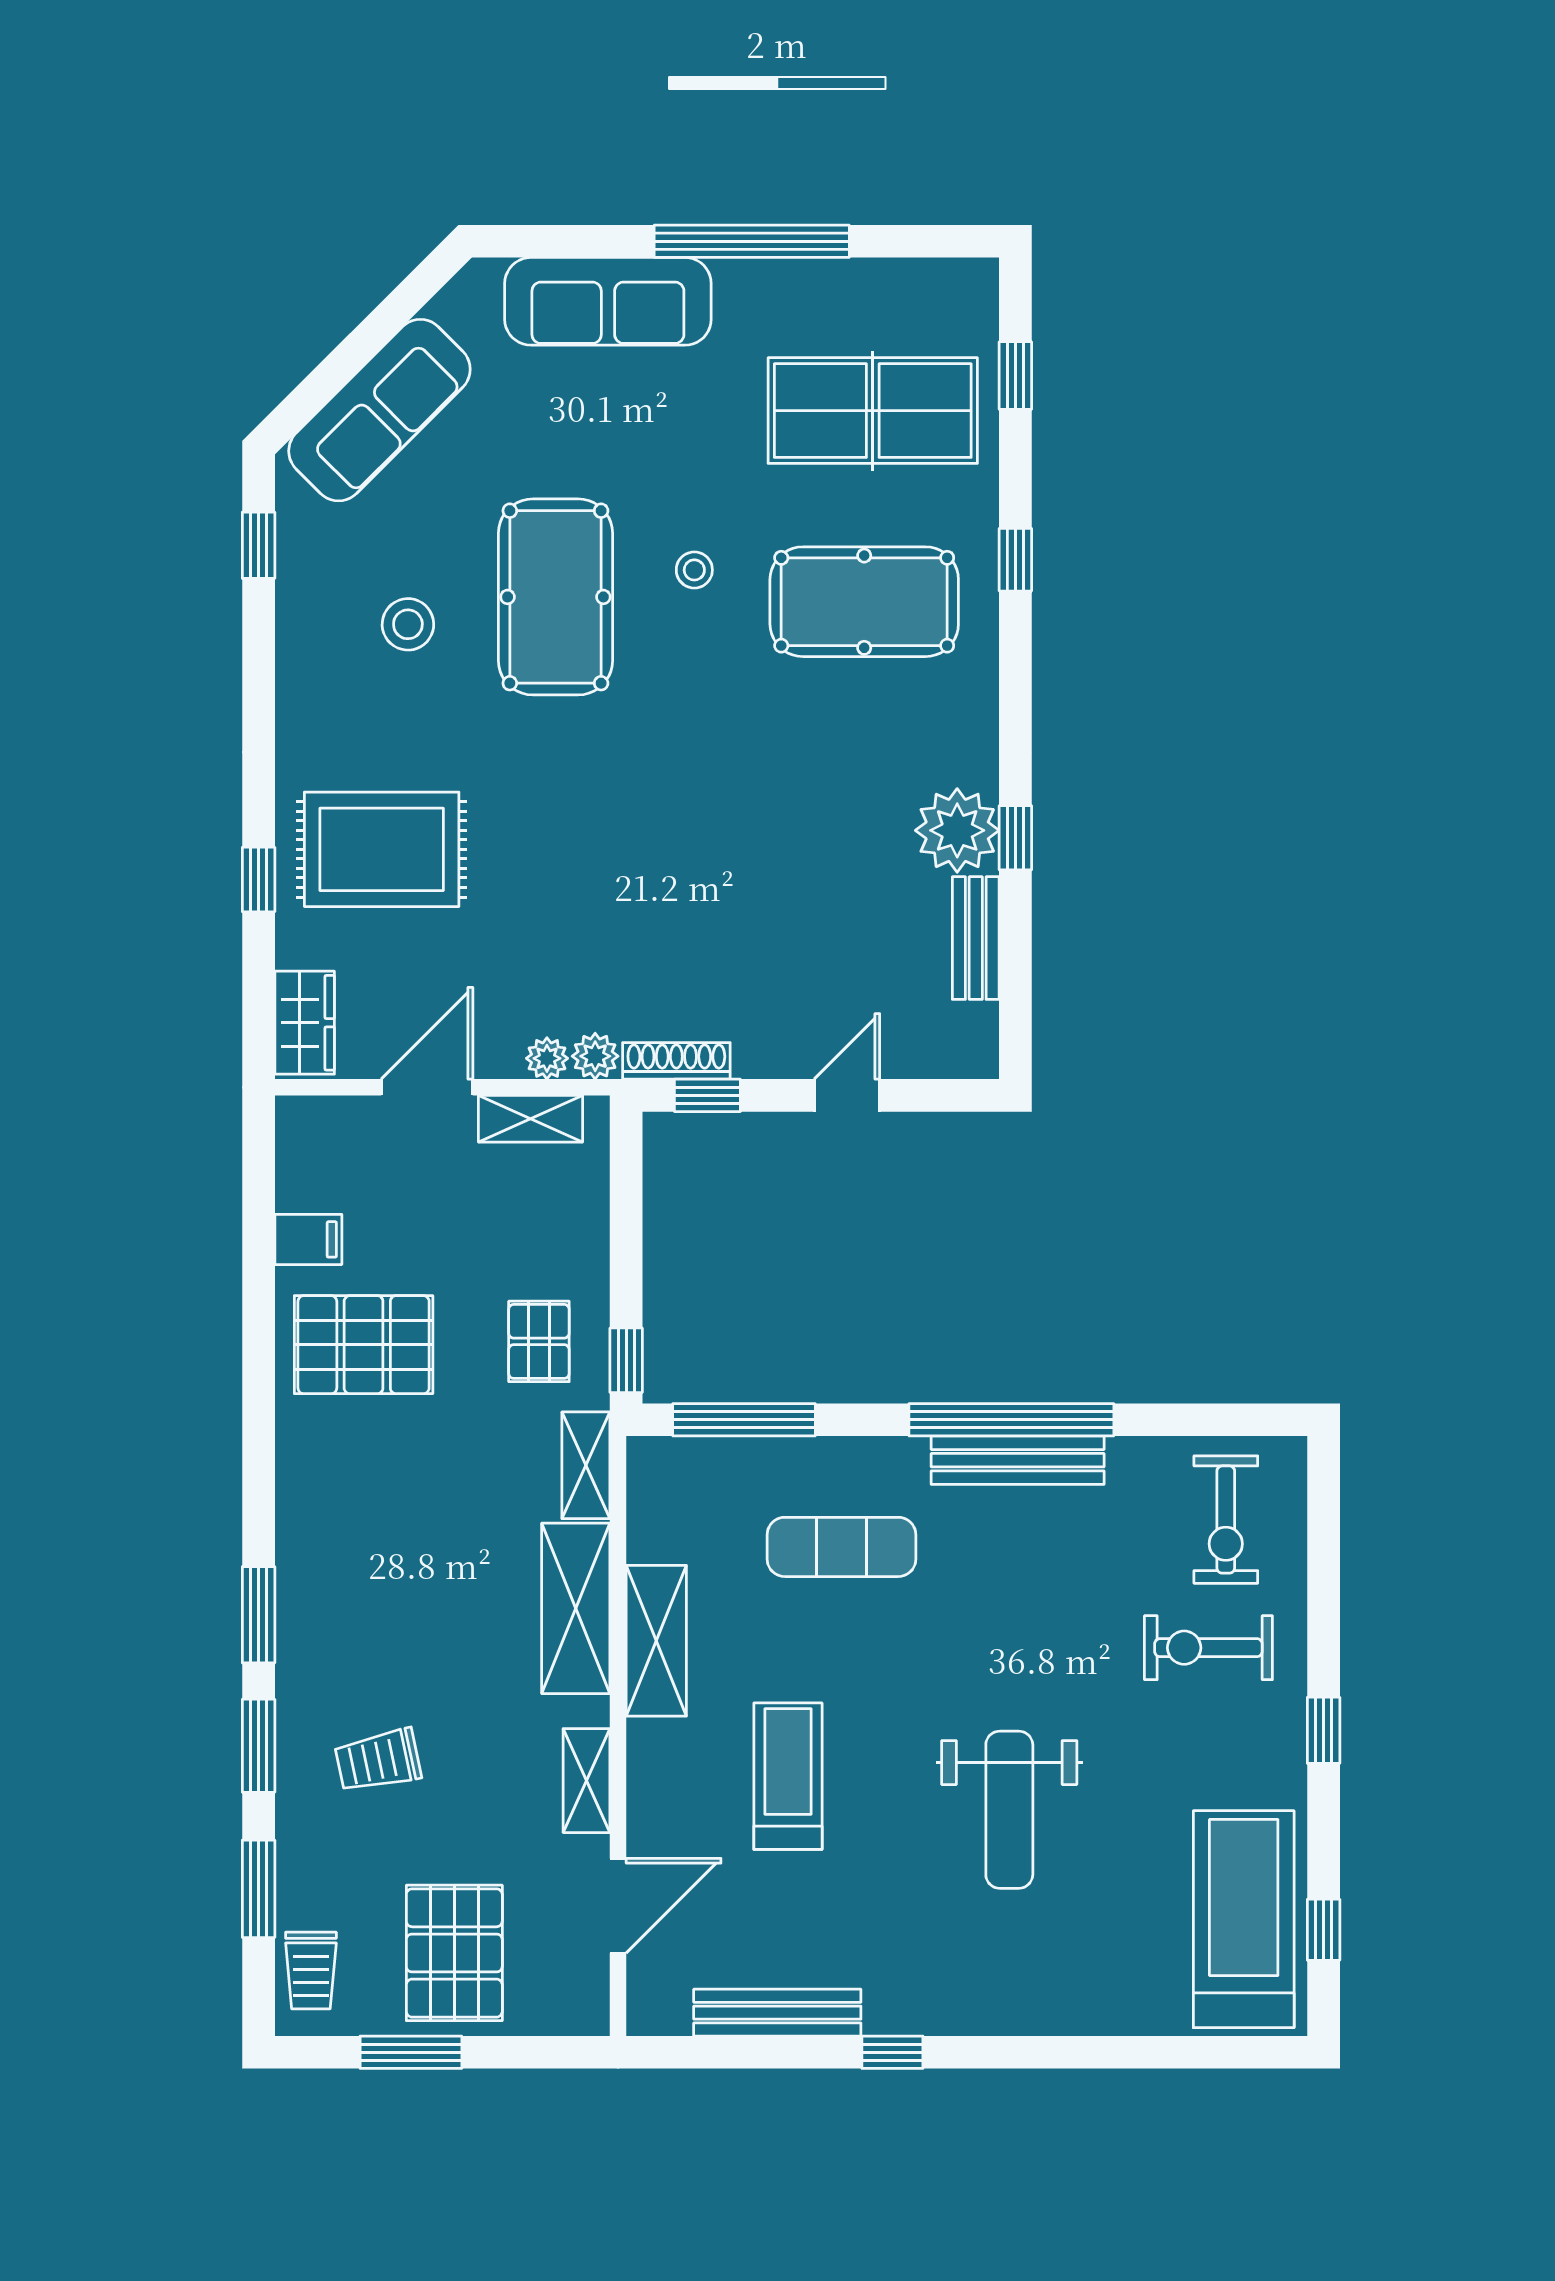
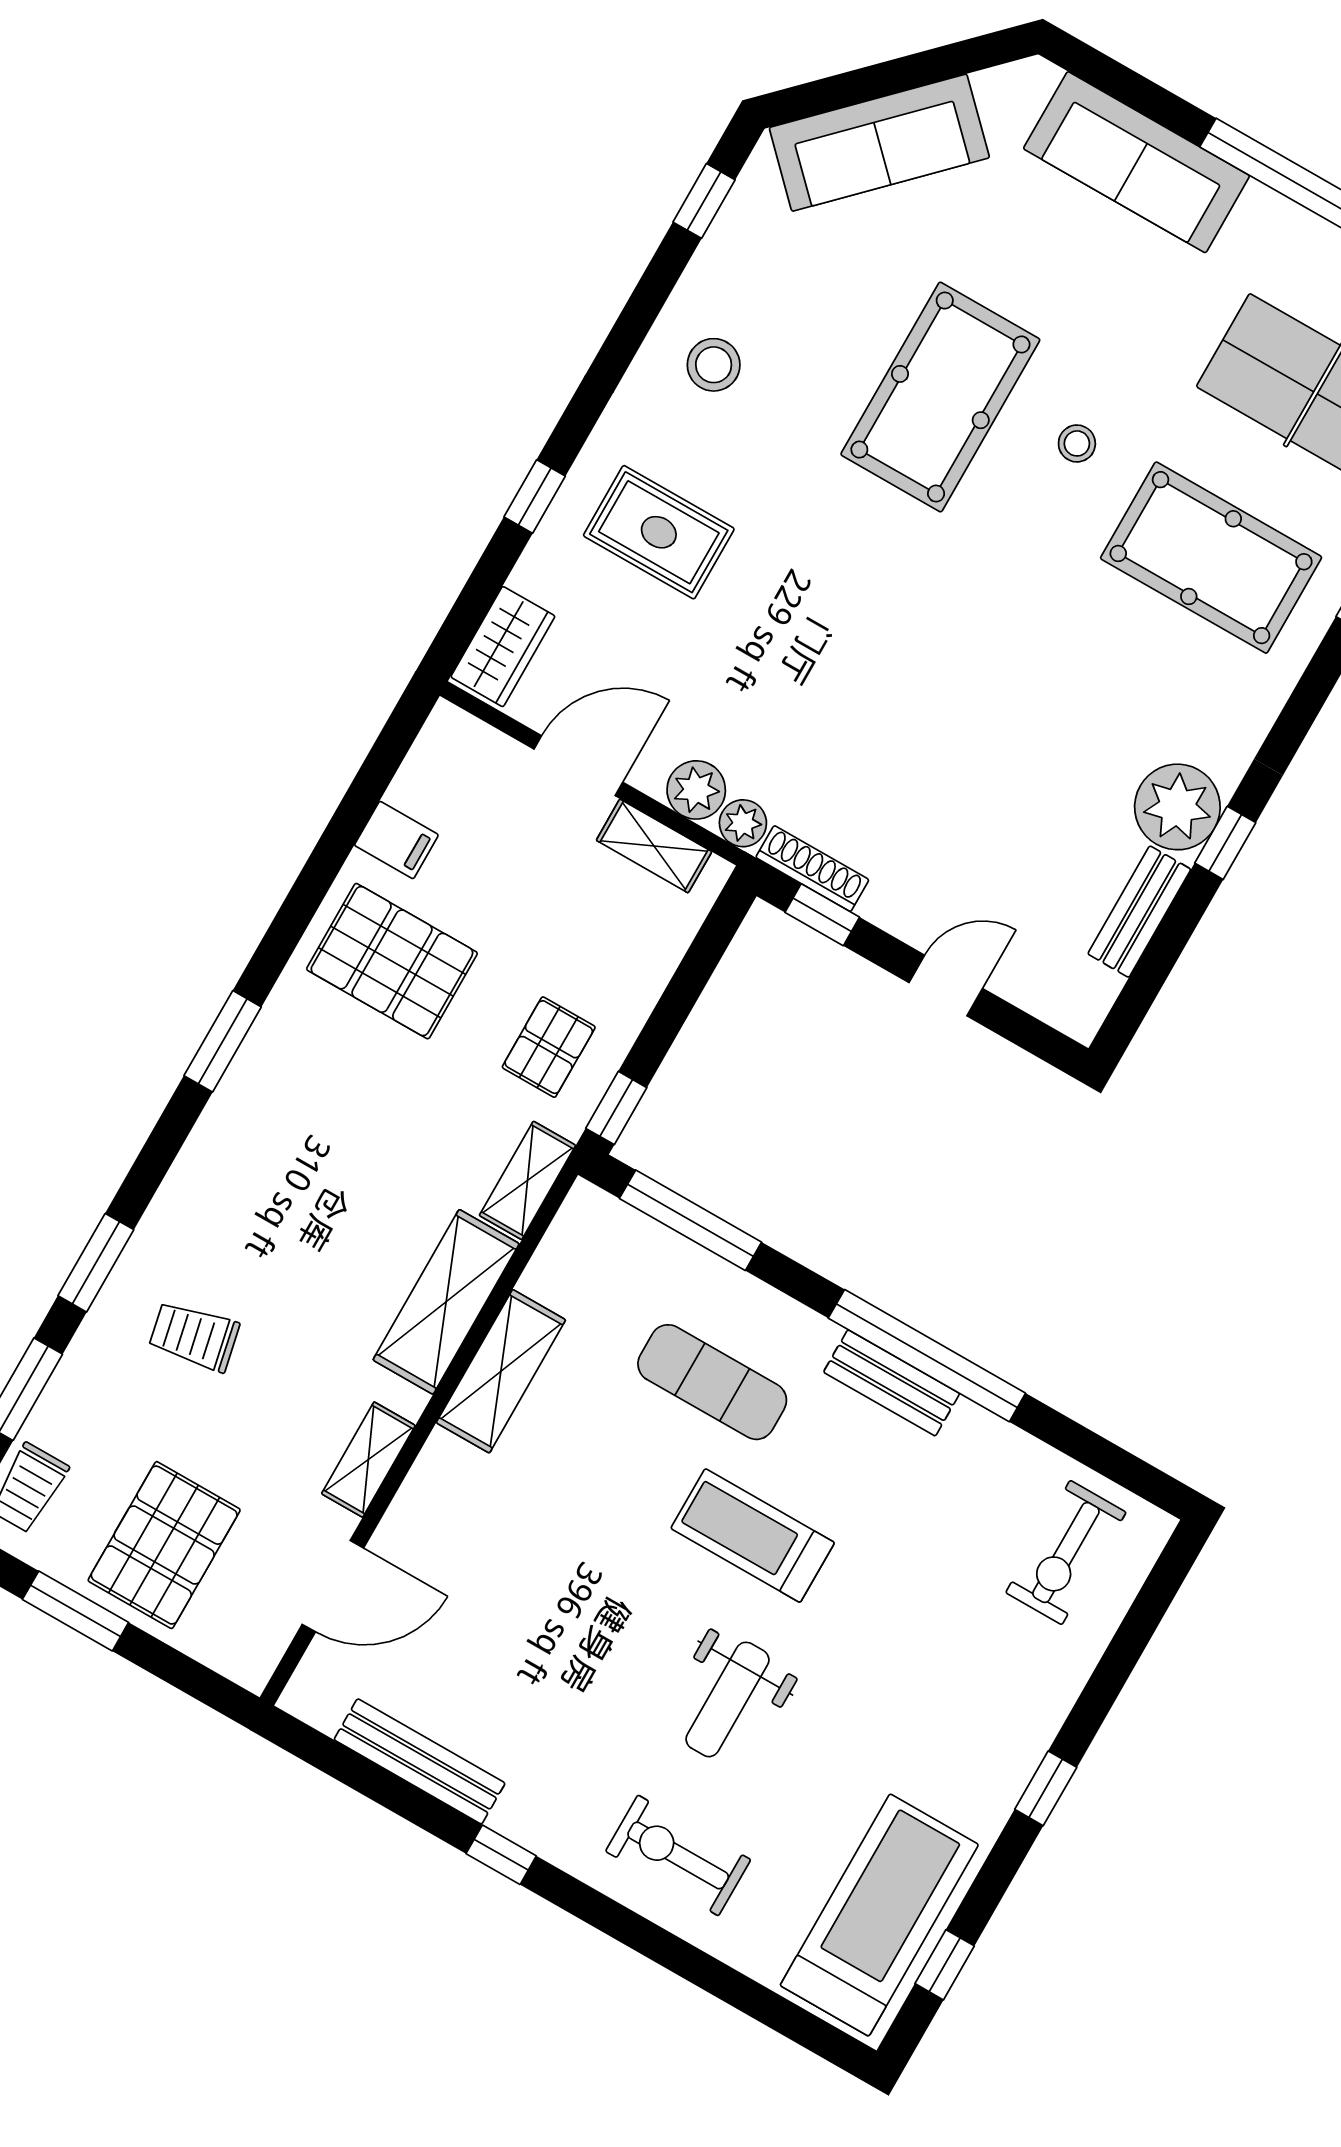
stool: (408, 624) -> (714, 365), moved
rug: (382, 849) -> (659, 532), width x0.73, depth x0.70
plant: (547, 1058) -> (696, 790), width x1.38, depth x1.38
bench: (1018, 1460) -> (892, 1383), width x0.73
window: (259, 1615) -> (223, 1041), moved
exercise bike: (1208, 1648) -> (678, 1855), moved
treadmill: (788, 1776) -> (753, 1536), moved, turned -90
weight bench: (1009, 1810) -> (727, 1699), width x0.73, depth x0.75

